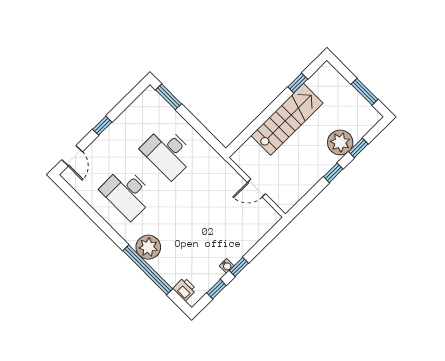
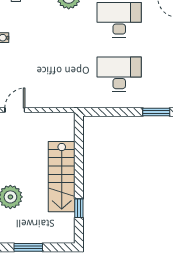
door: (256, 188) -> (15, 110), moved

